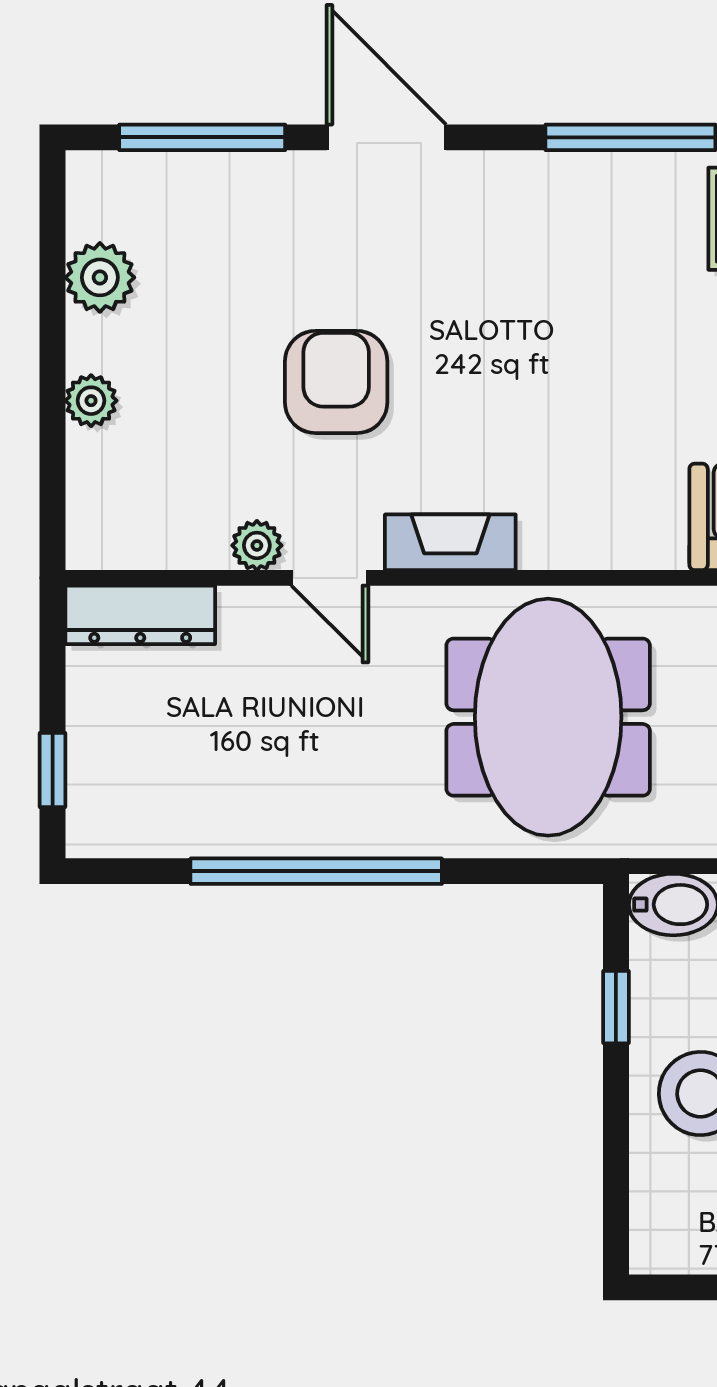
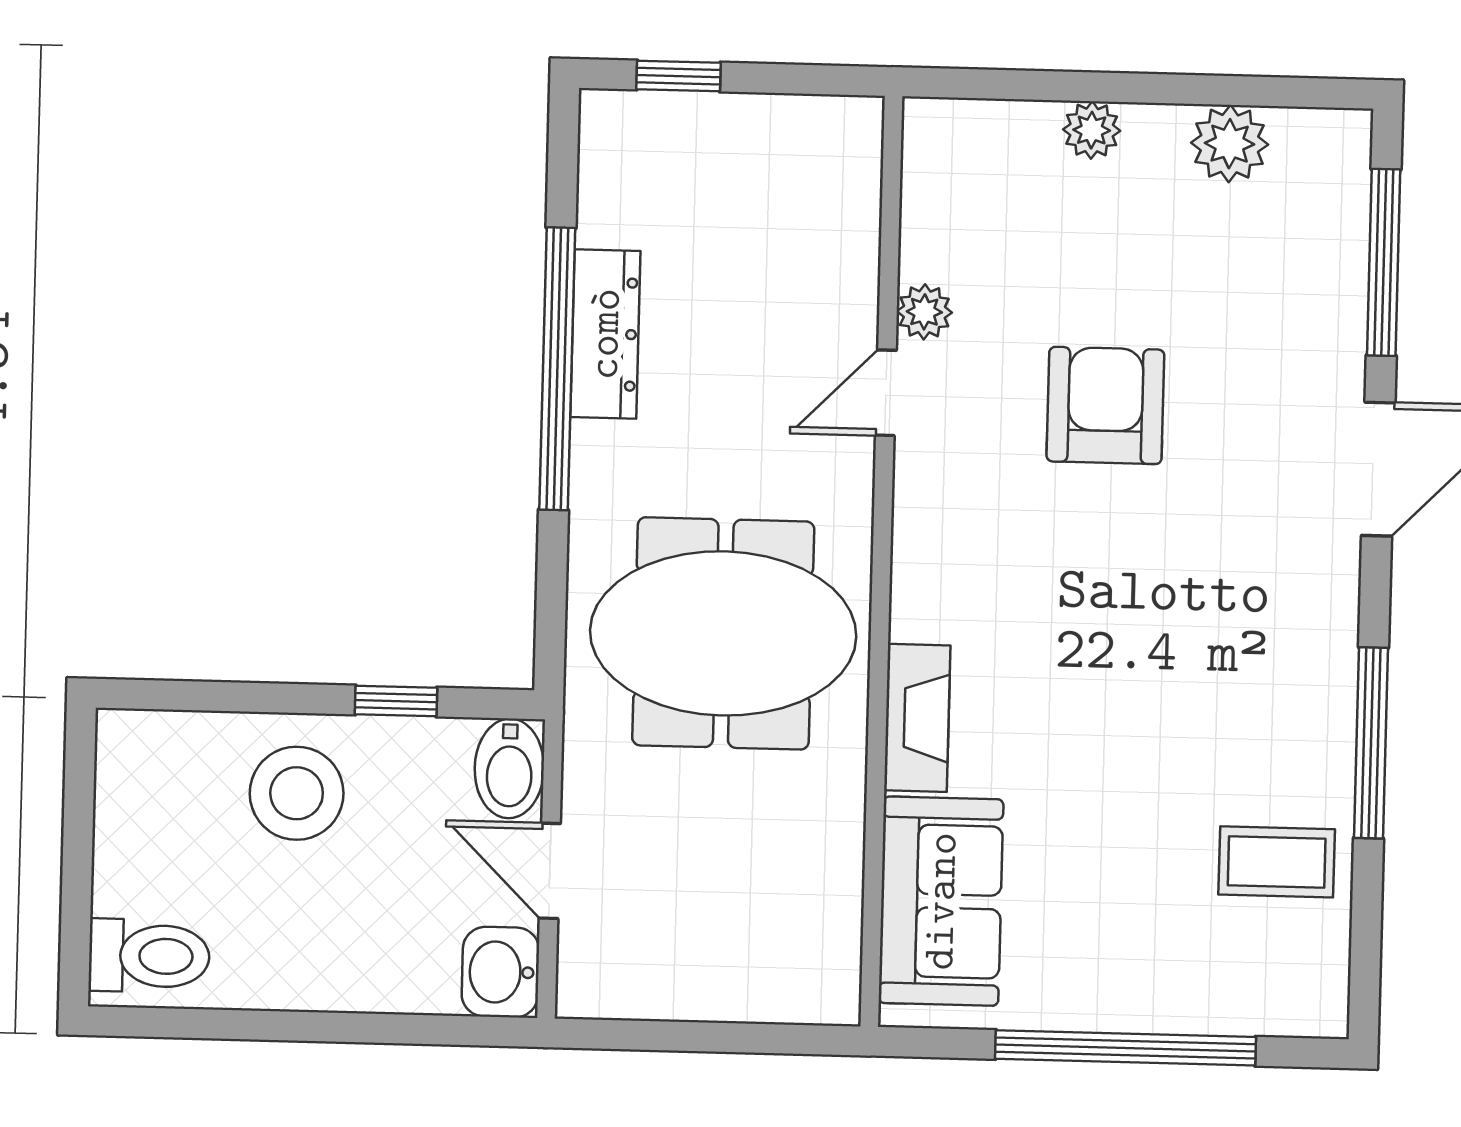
armchair: (336, 382) -> (1105, 405), turned -90
fireplace: (450, 542) -> (917, 718), moved
dresser: (140, 615) -> (605, 334), moved, turned 180

